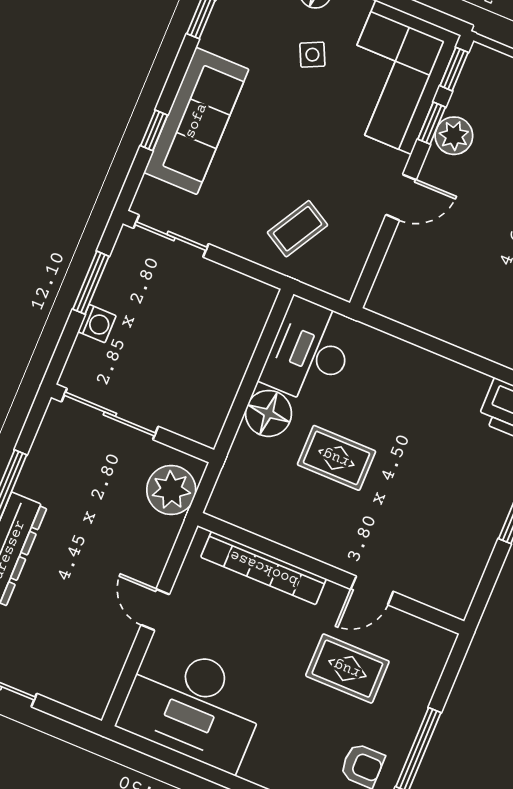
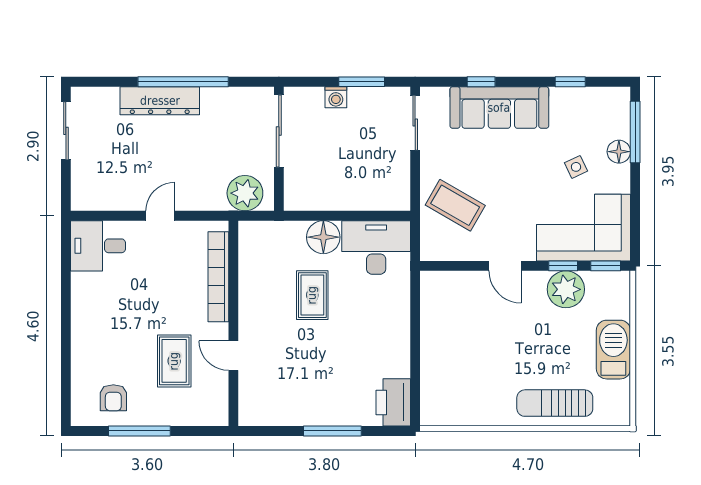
plant: (454, 136) -> (566, 289), width x1.36, depth x1.36
coffee table: (297, 229) -> (455, 205), width x1.36, depth x1.30
desk: (193, 706) -> (98, 246), width x0.53, depth x0.77

